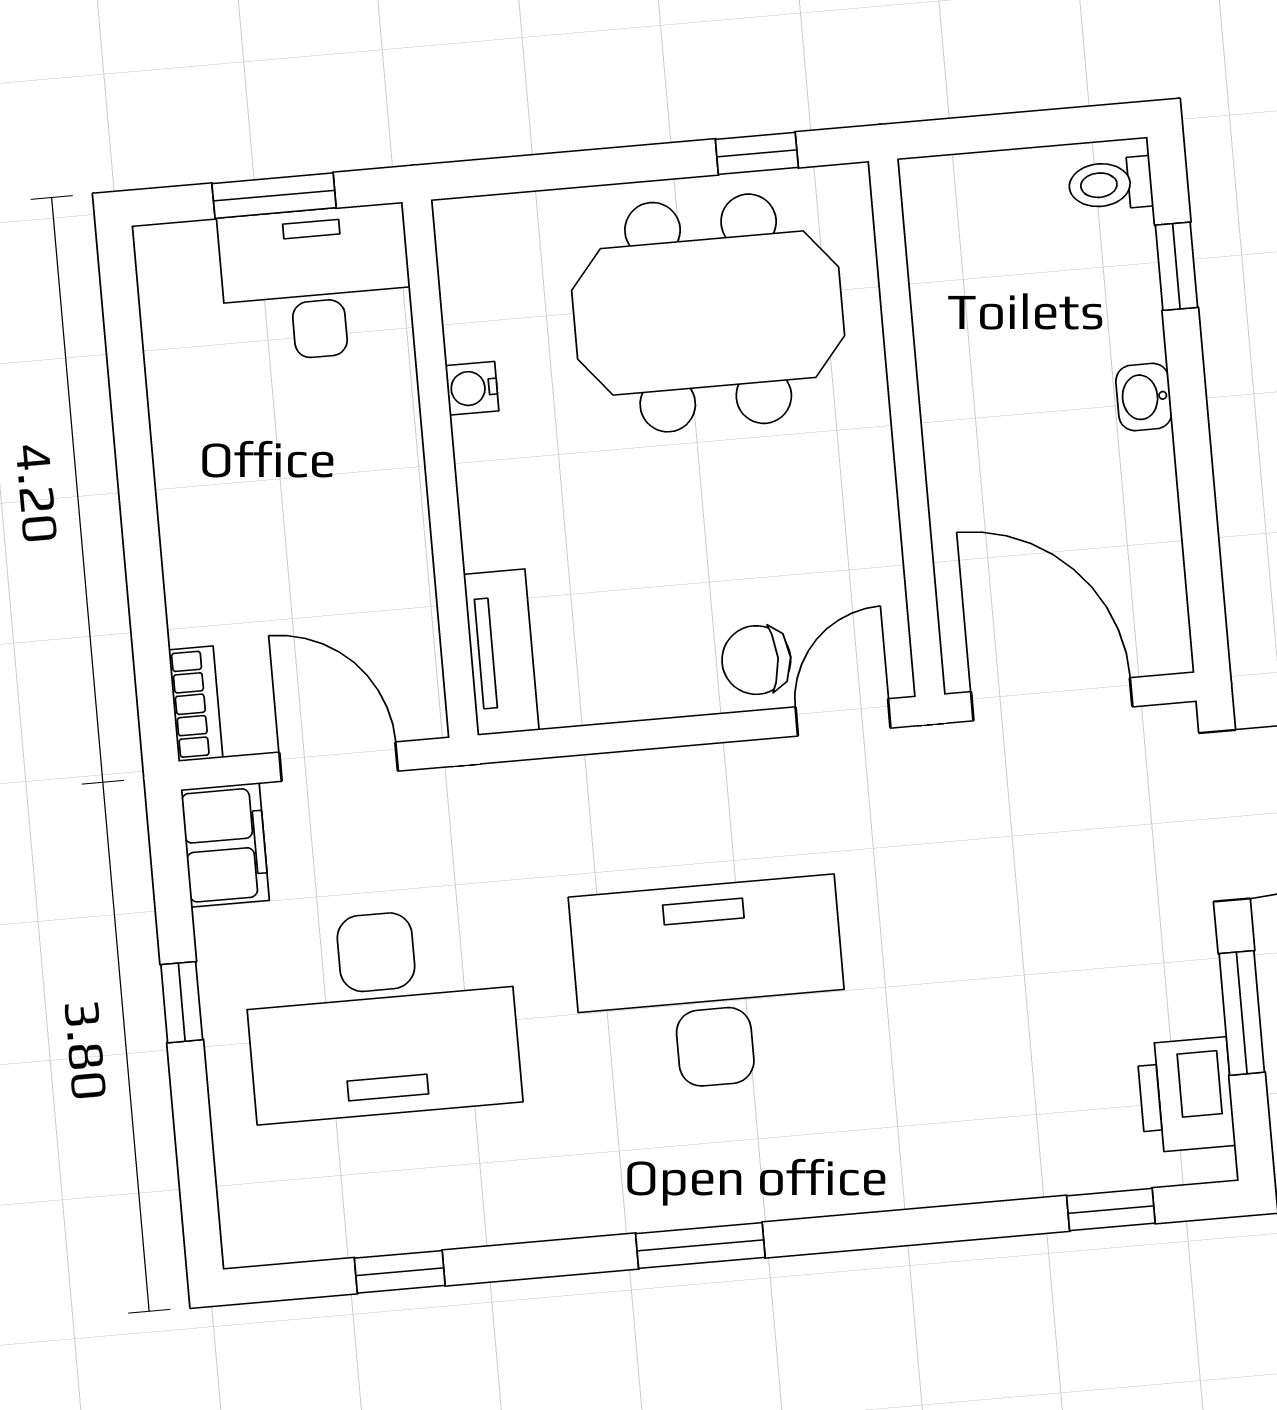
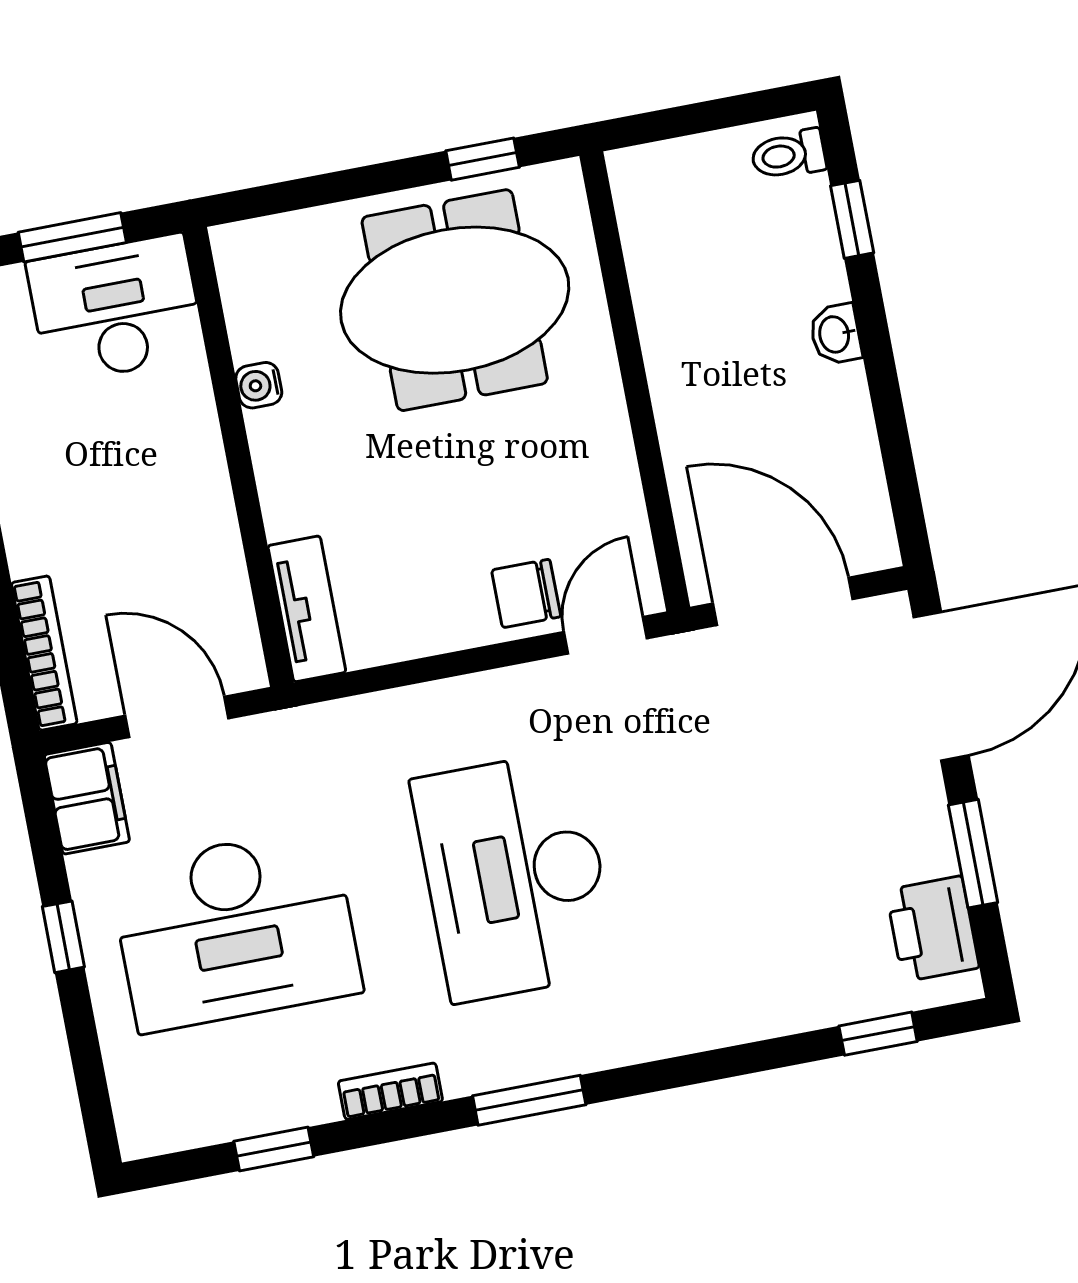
bookcase: (196, 704) -> (44, 653), width x1.56
desk: (710, 985) -> (515, 876), turned -90
bookcase: (541, 1219) -> (390, 1091), added

